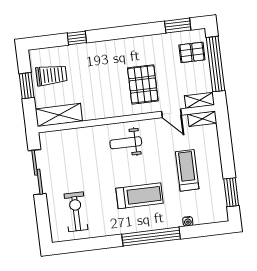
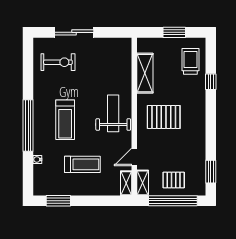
pallet: (192, 52) -> (174, 180), moved, turned 90
trolley: (51, 75) -> (190, 61), moved, turned 180
pallet: (143, 84) -> (164, 117), moved
shelving: (59, 115) -> (145, 73), moved
weight bench: (126, 143) -> (113, 113), width x1.36, depth x1.33
sliding door: (37, 172) -> (74, 32), moved

